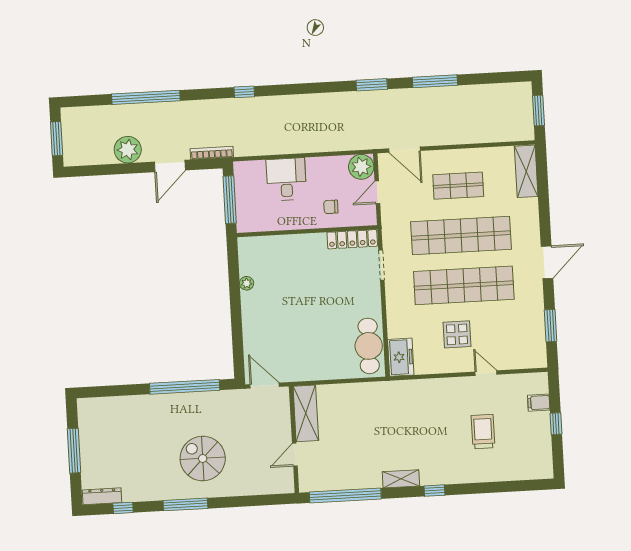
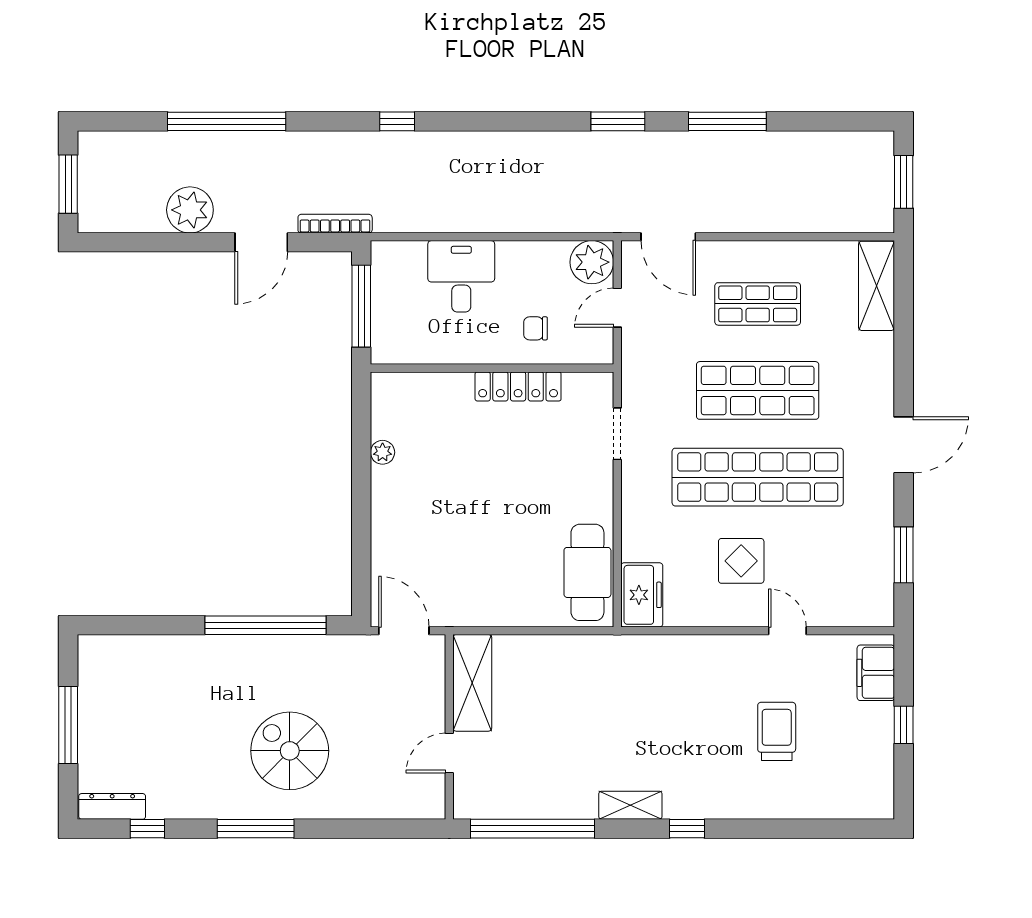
shop shelf: (461, 235) -> (758, 390), width x0.71
locker: (352, 239) -> (518, 386), moved
filing cabinet: (539, 403) -> (876, 673), width x2.00

